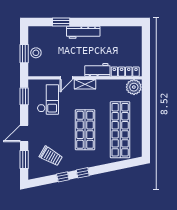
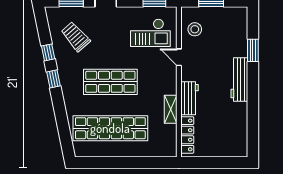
stool: (36, 53) -> (195, 29), moved
shelving: (85, 84) -> (171, 109), moved
plant: (134, 87) -> (167, 146), removed
trolley: (51, 156) -> (76, 37), turned 109

